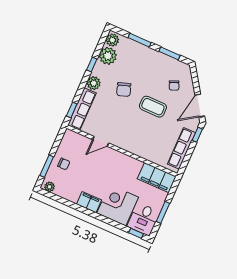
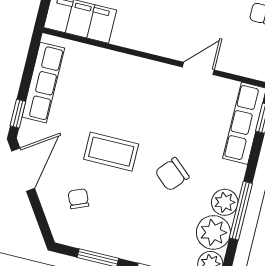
window: (92, 65) -> (241, 211), width x2.17
plant: (94, 83) -> (225, 202), moved
chair: (124, 89) -> (172, 174), turned -120

